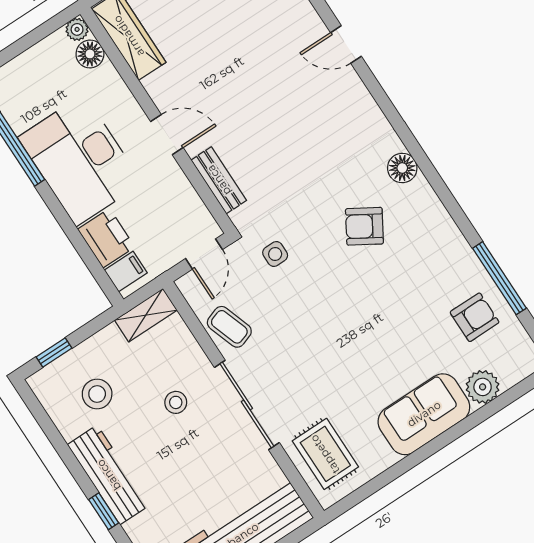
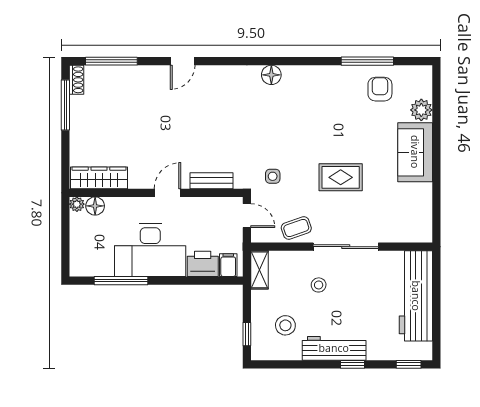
armchair: (364, 226) -> (290, 117), removed
rug: (325, 454) -> (341, 177), moved

